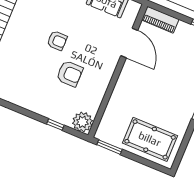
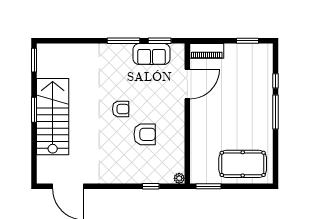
door: (129, 43) -> (187, 84), hinge flipped
plant: (82, 122) -> (179, 178), width x0.53, depth x0.53

